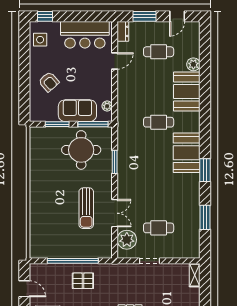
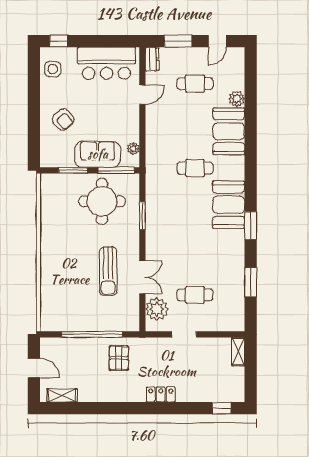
pallet: (83, 281) -> (119, 358), moved, turned 90

